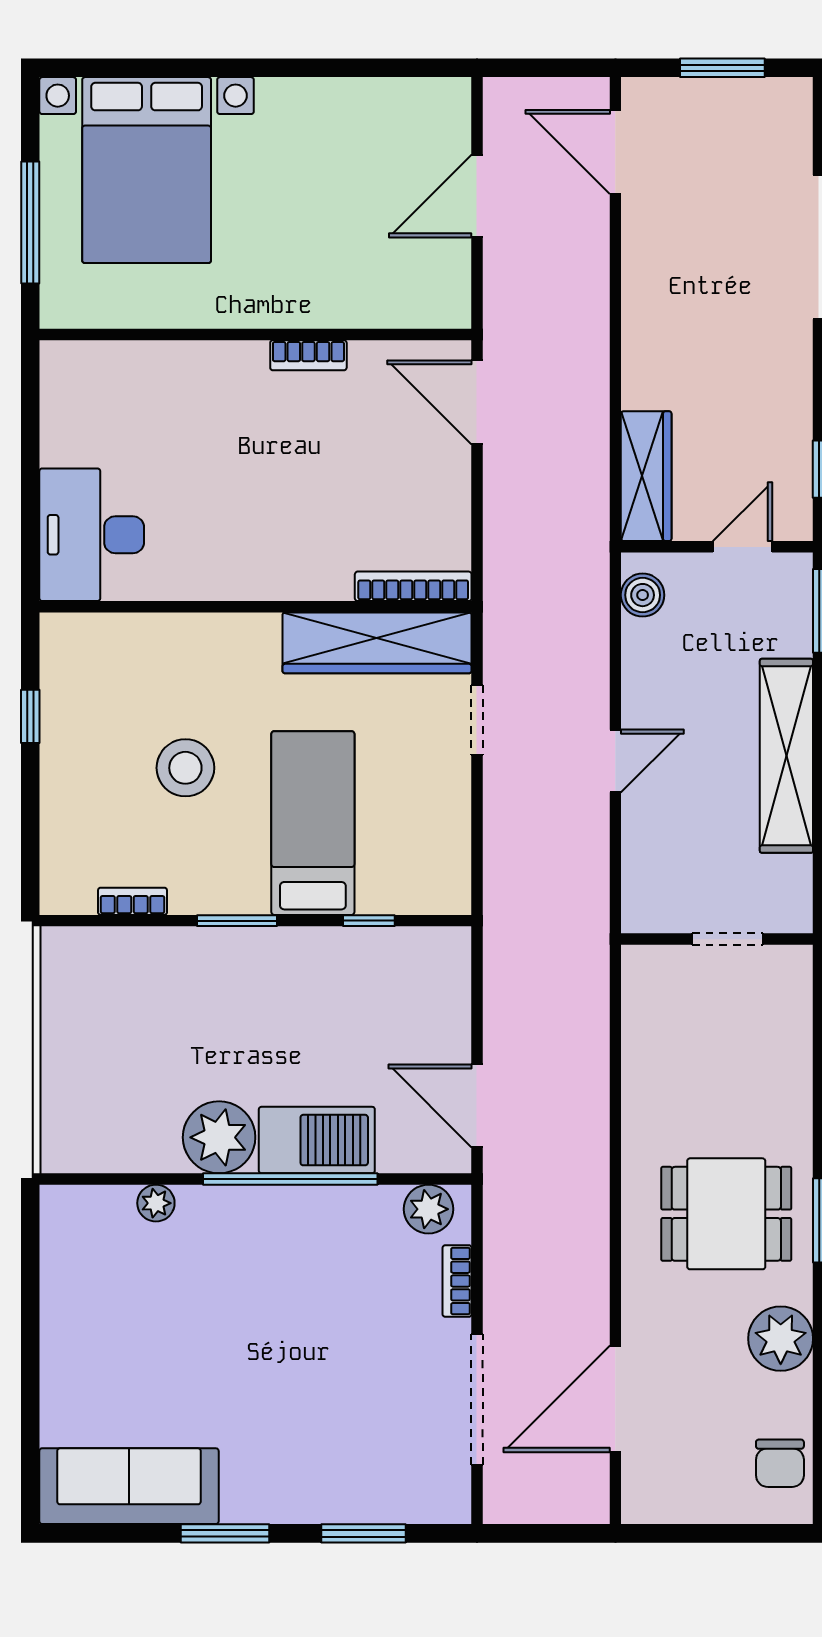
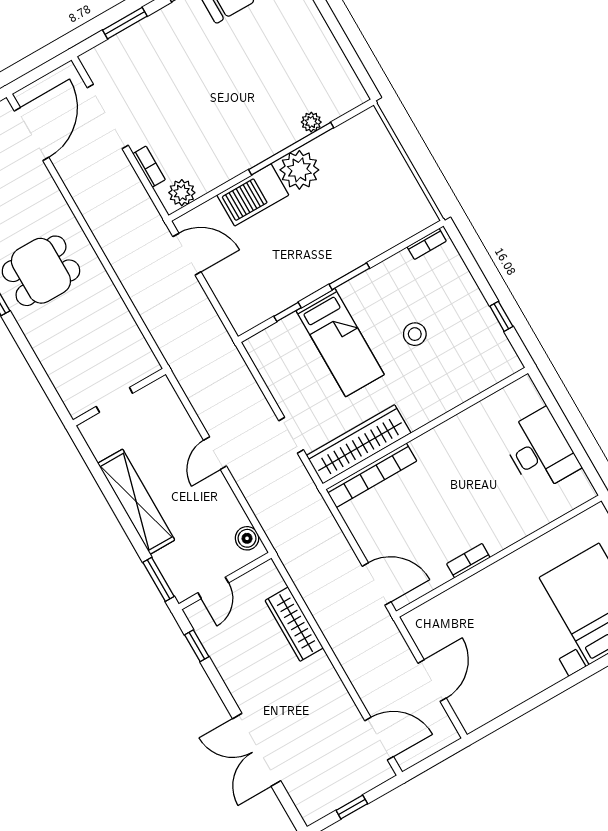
window: (722, 68) -> (352, 807), width x0.67
wardrobe: (646, 476) -> (294, 624), moved
desk: (92, 535) -> (540, 450), moved
bookcase: (413, 586) -> (371, 475), width x1.48, depth x1.31
stool: (185, 768) -> (415, 334), width x0.73, depth x0.73
bookcase: (133, 901) -> (427, 244), moved
window: (290, 1179) -> (291, 149), moved
door: (615, 1399) -> (32, 134), moved

